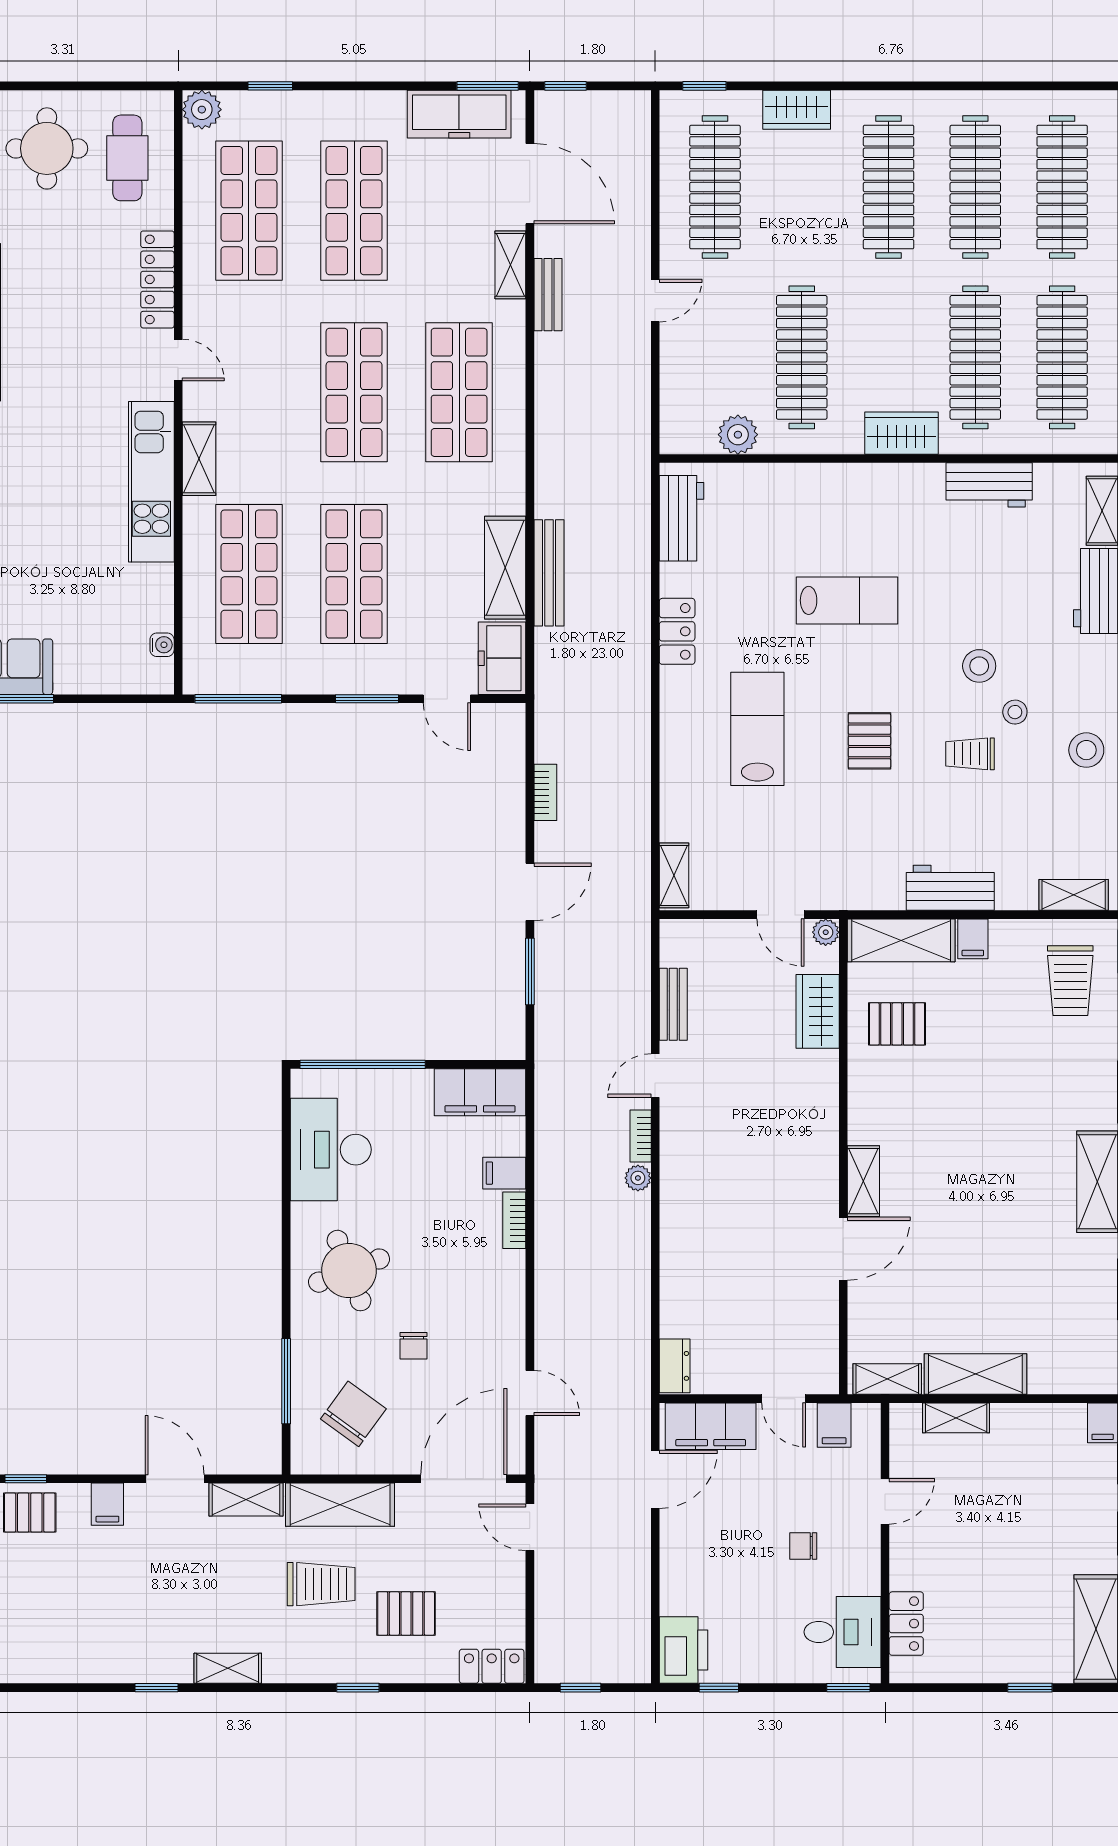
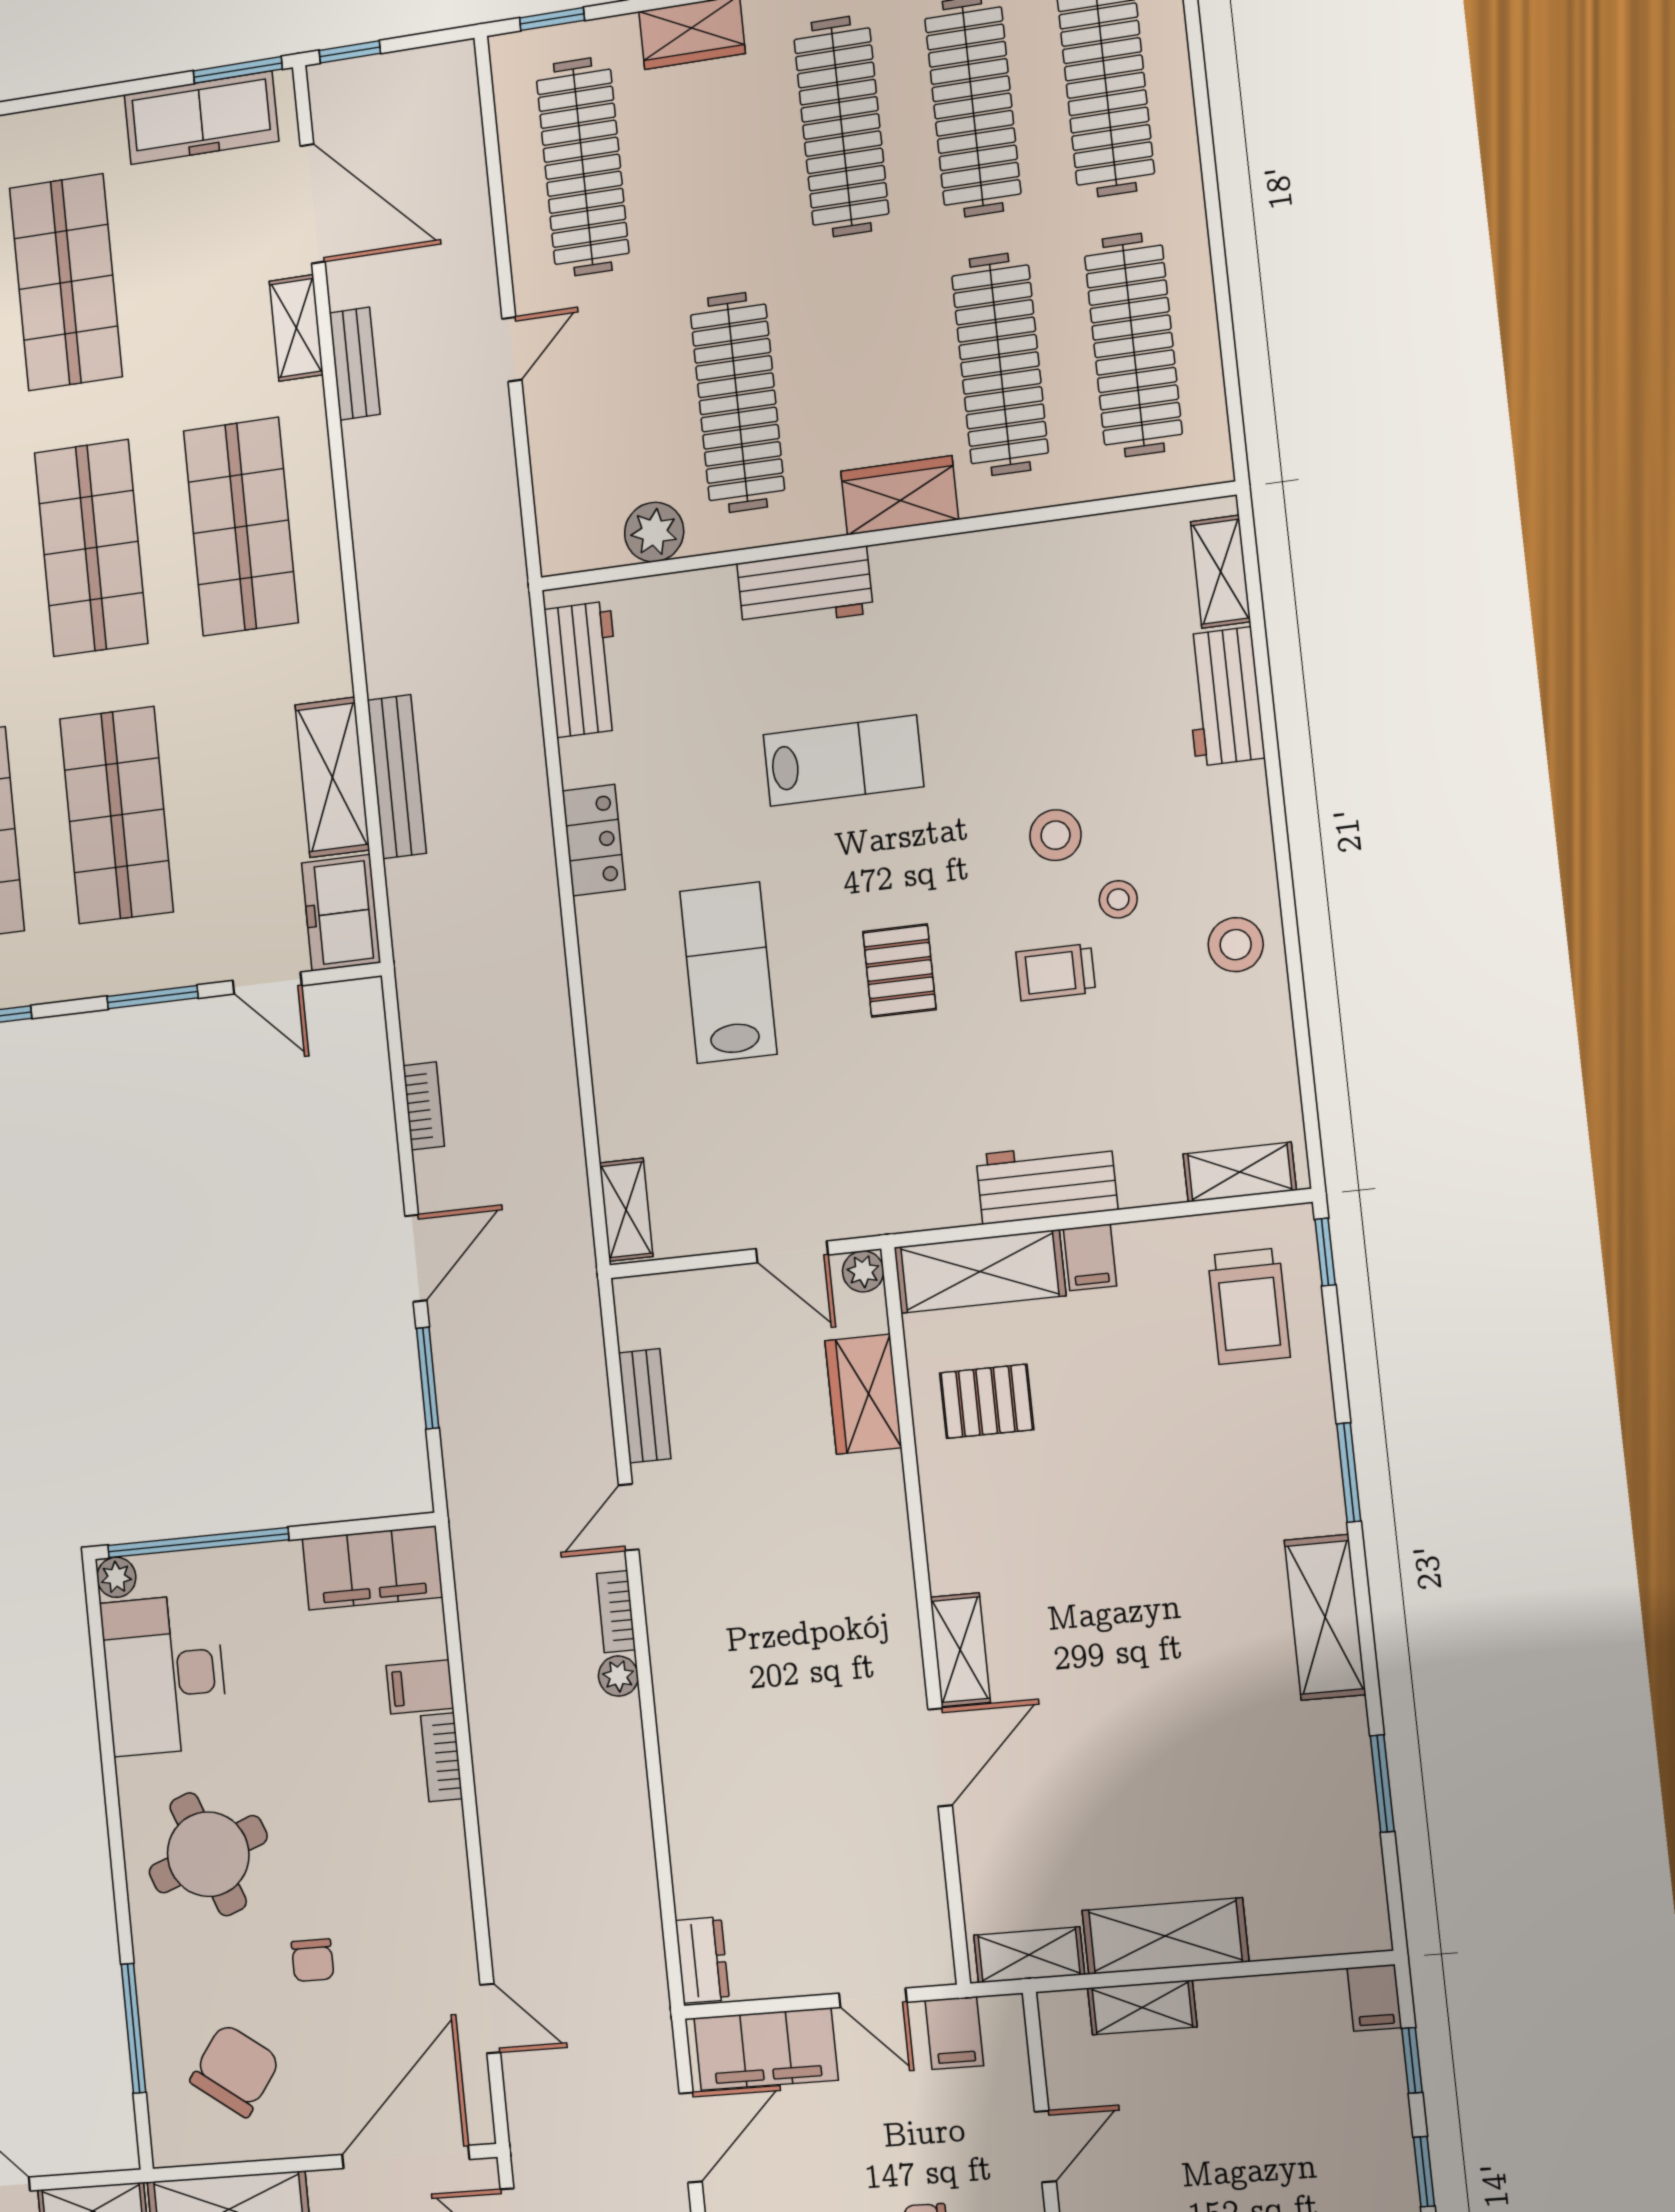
workbench: (989, 485) -> (805, 588), moved
plant: (304, 1082) -> (116, 1577), added

